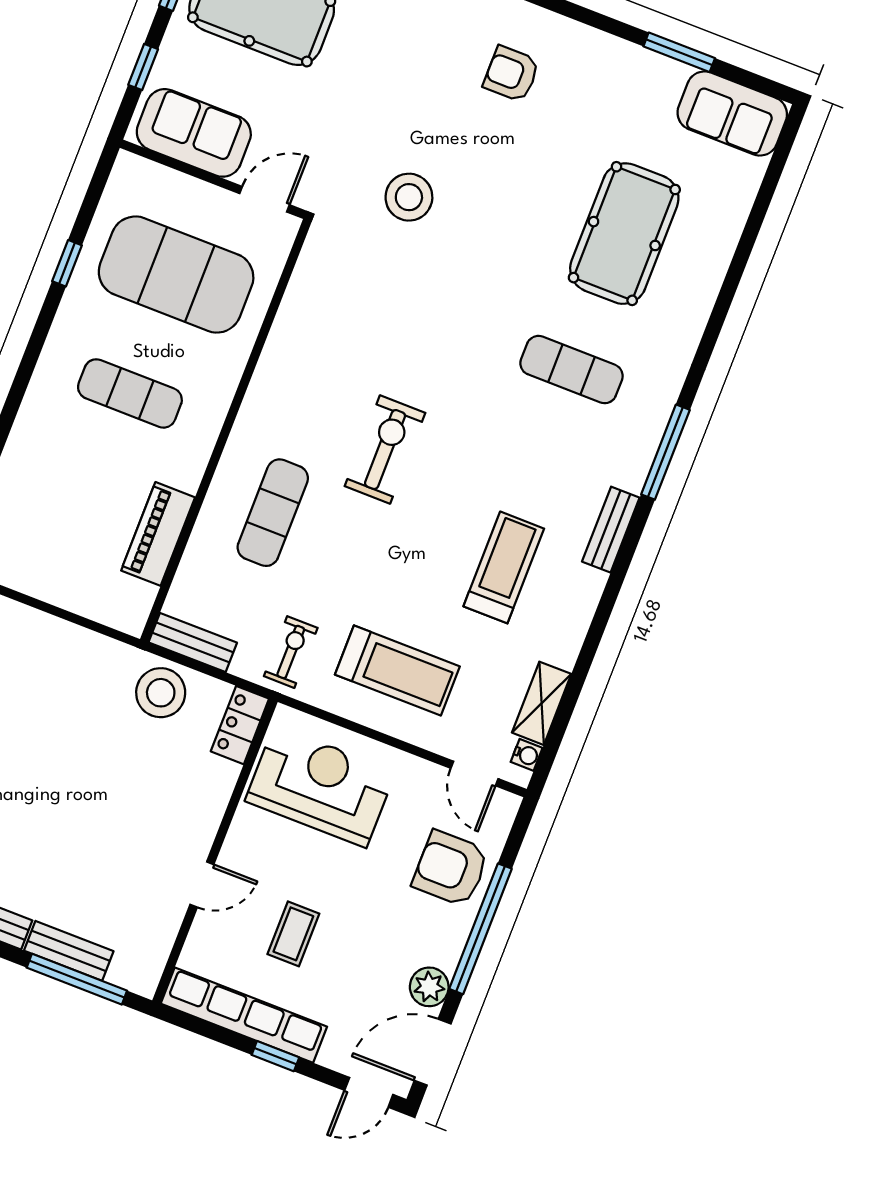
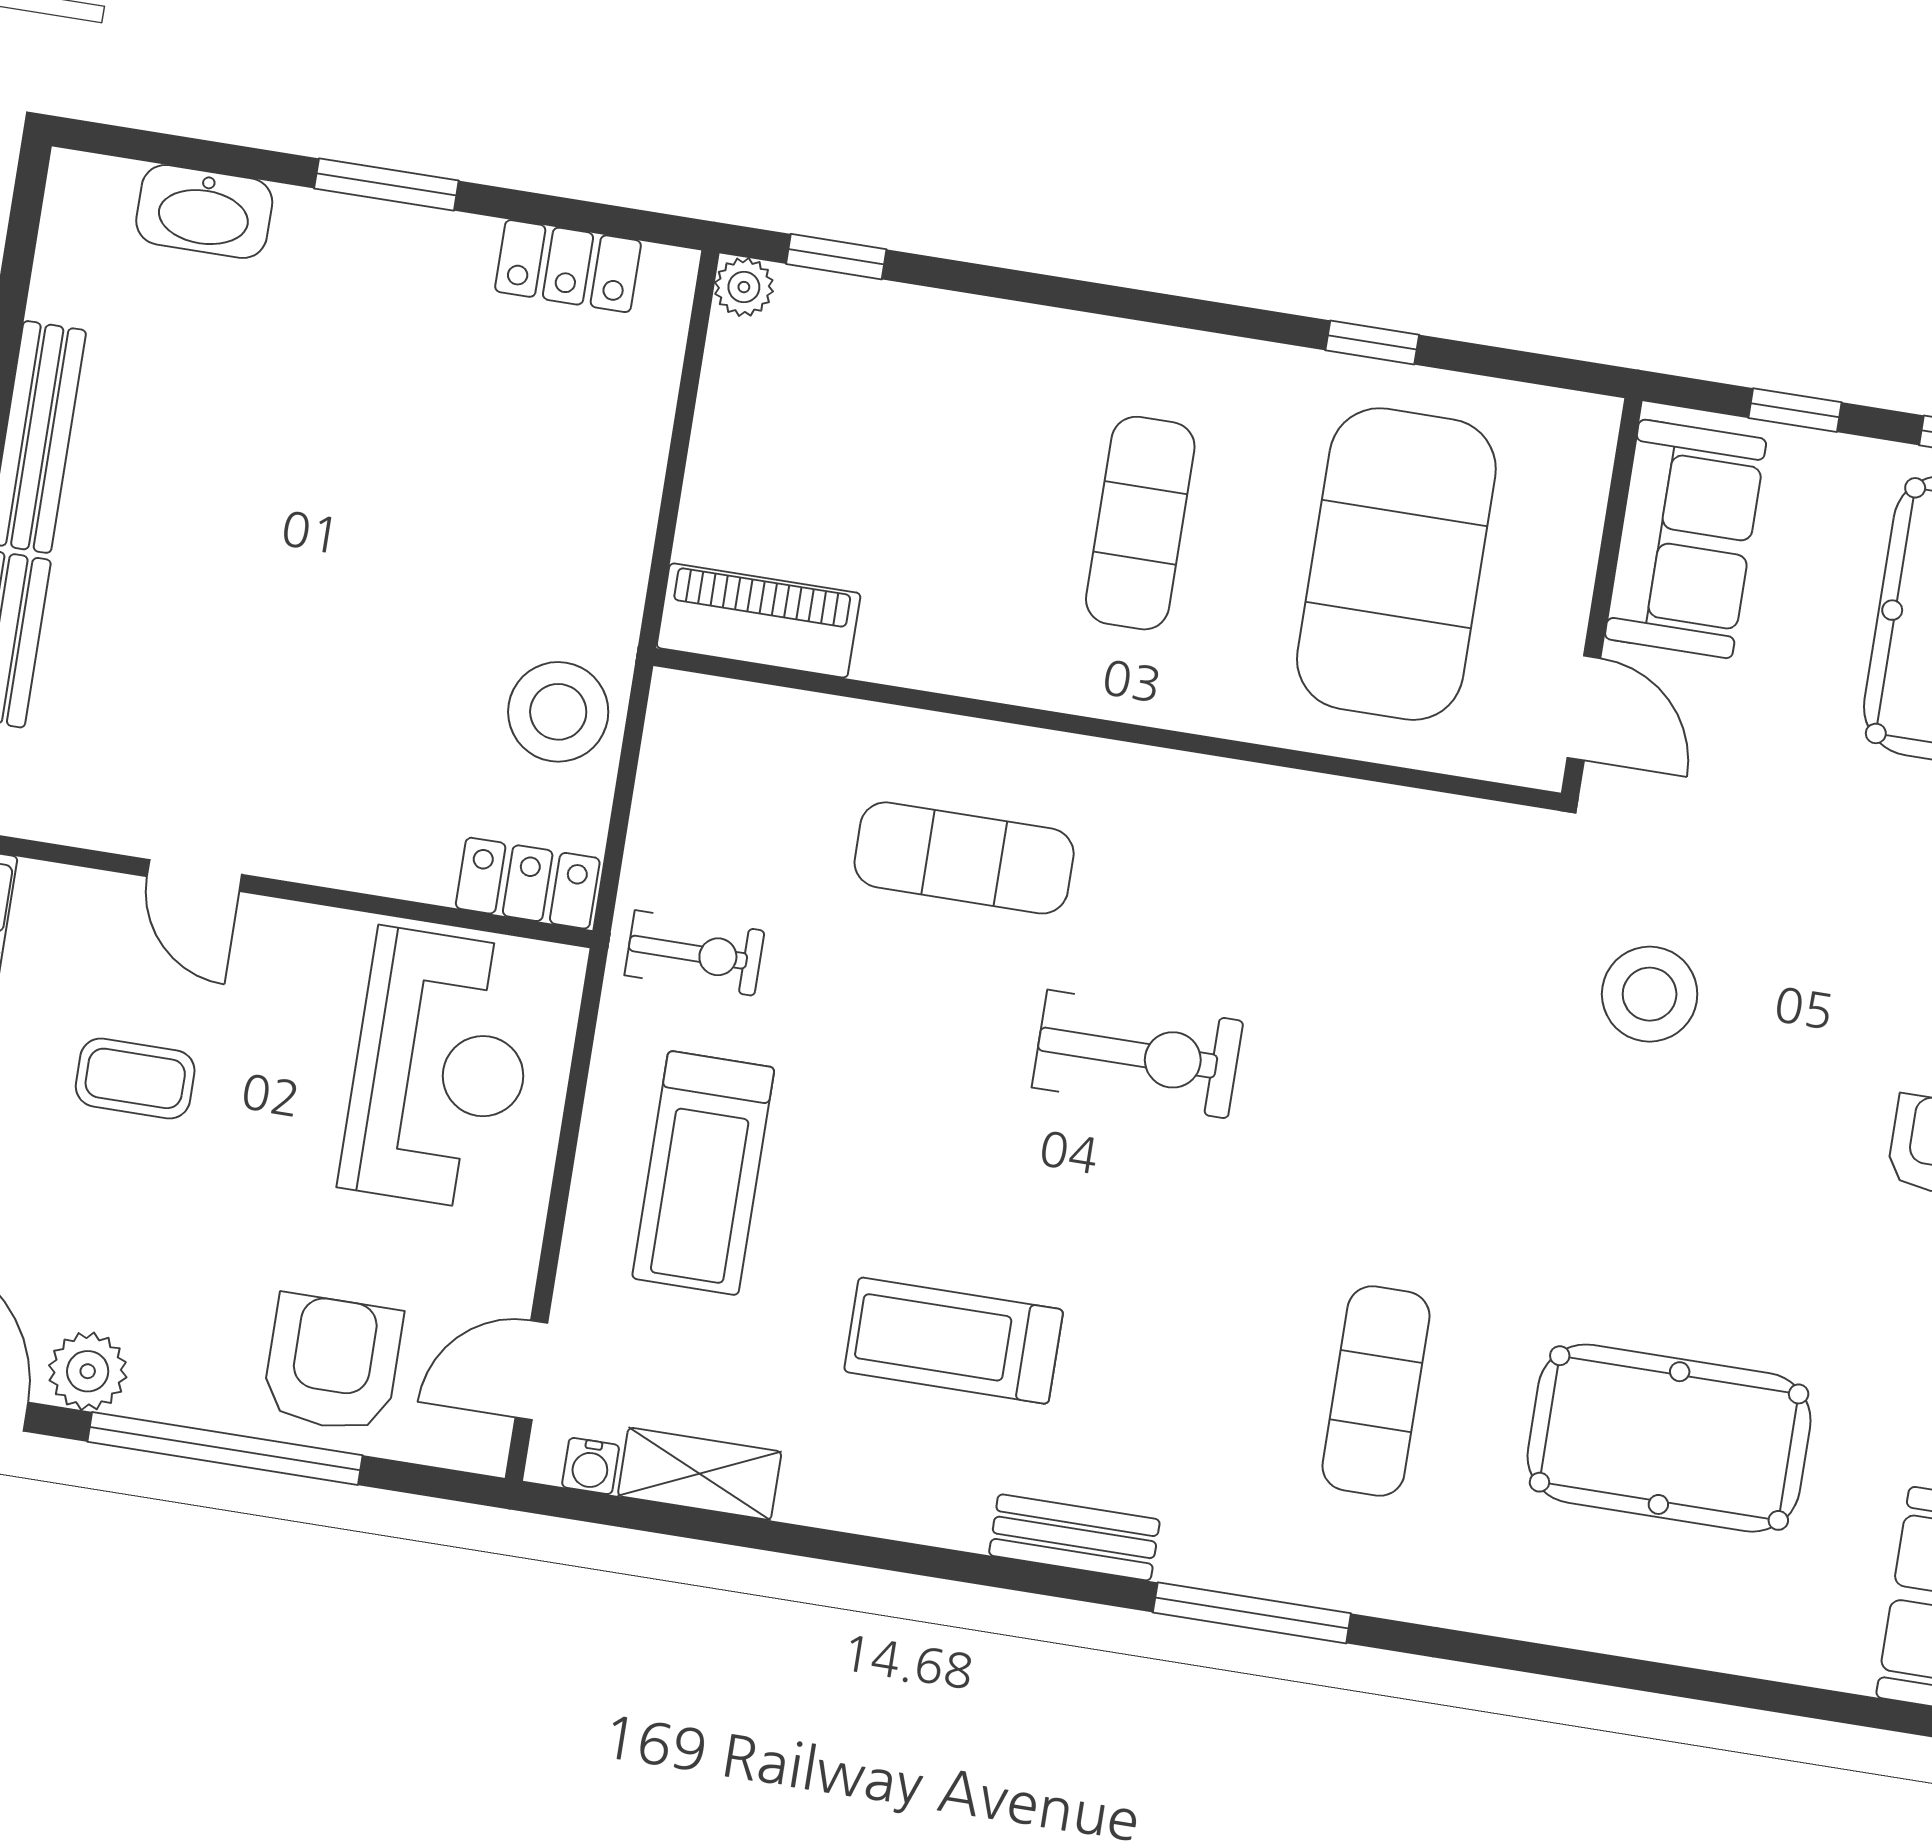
piano: (158, 534) -> (759, 621), moved
treadmill: (504, 567) -> (954, 1341), turned 180
bench: (193, 642) -> (672, 754), removed

